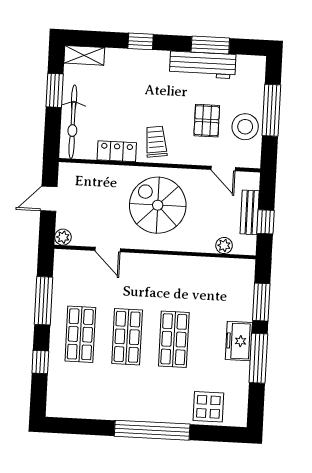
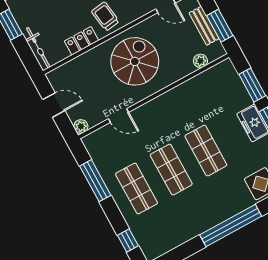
bicycle: (73, 122) -> (38, 48), width x0.73, depth x0.71
door: (49, 199) -> (54, 105), swing flipped
spiral stairs: (158, 205) -> (135, 61), turned 90
window: (265, 222) -> (220, 26), width x1.50
window: (40, 362) -> (128, 241), moved

